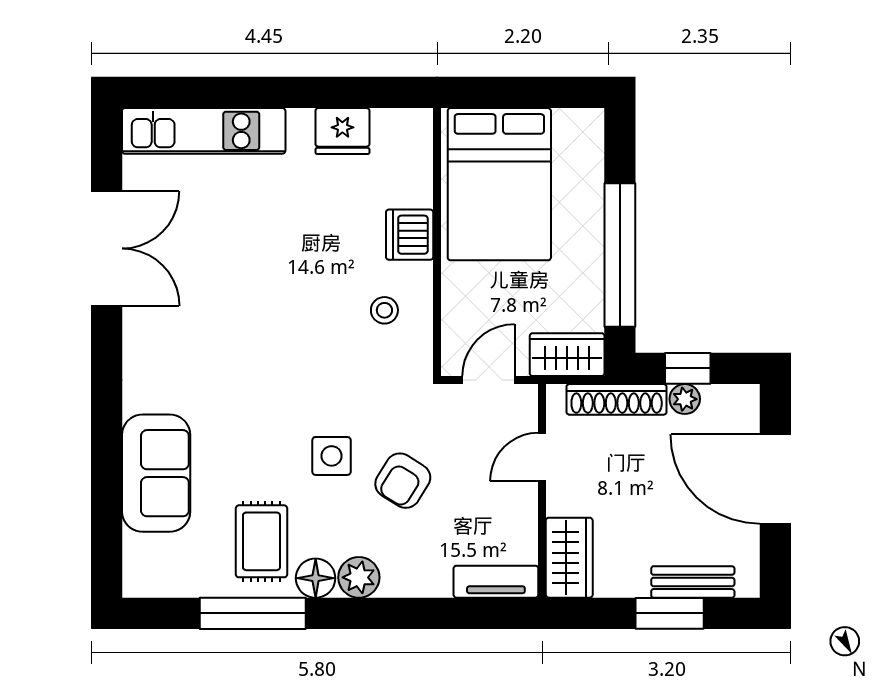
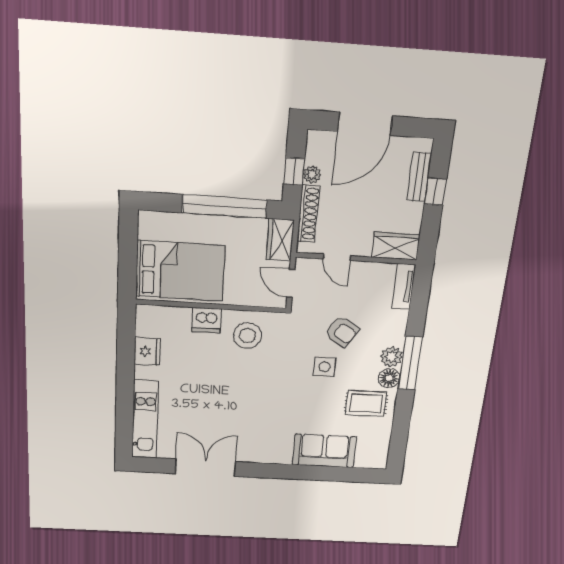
stool: (384, 310) -> (247, 336), width x1.89, depth x1.89
window: (253, 613) -> (410, 363), moved
window: (670, 613) -> (435, 192), width x0.67

